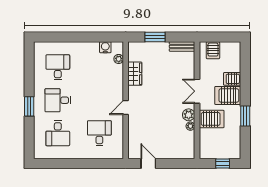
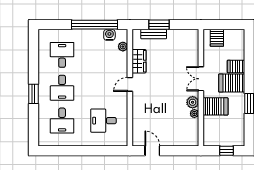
window: (90, 37) -> (94, 25), added
bench: (182, 46) -> (154, 34), moved
desk: (58, 100) -> (62, 88), turned -90
door: (126, 107) -> (130, 84), moved
desk: (99, 133) -> (103, 121), turned -90

